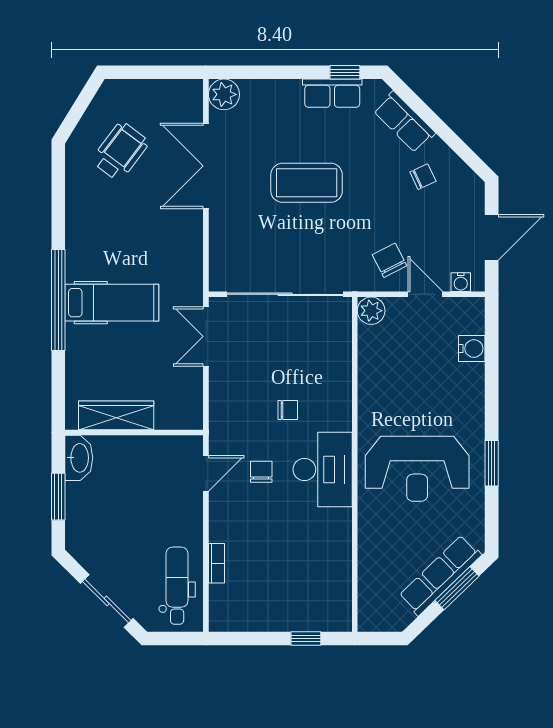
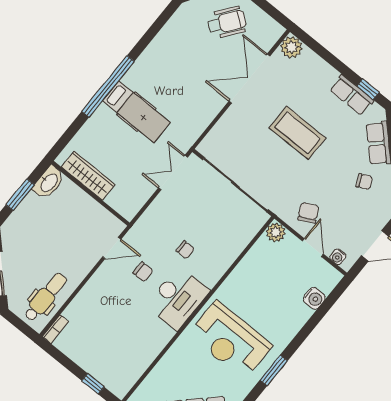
wheelchair: (120, 151) -> (227, 22), moved
chair: (261, 472) -> (143, 272), turned 90
bookcase: (216, 563) -> (55, 329), moved

